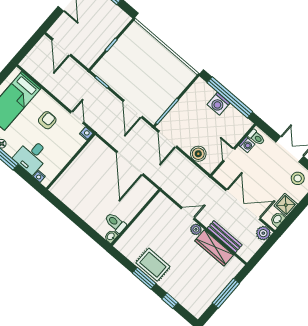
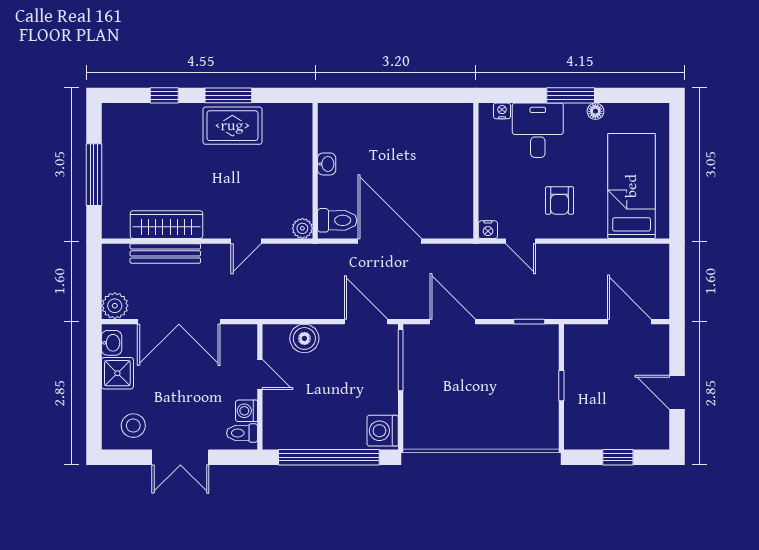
washing machine: (218, 104) -> (383, 431), moved, turned -90
toilet: (115, 223) -> (337, 220), moved
plant: (196, 229) -> (302, 228), moved
washbasin: (111, 236) -> (327, 164), moved

